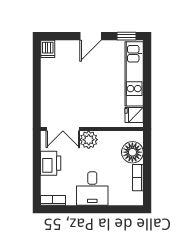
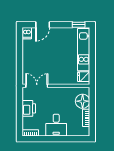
door: (91, 36) -> (43, 25), moved
double door: (63, 129) -> (37, 86), swing flipped
plant: (89, 140) -> (54, 93), removed

